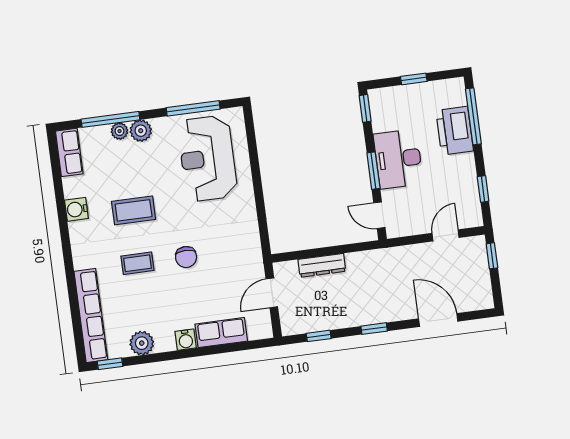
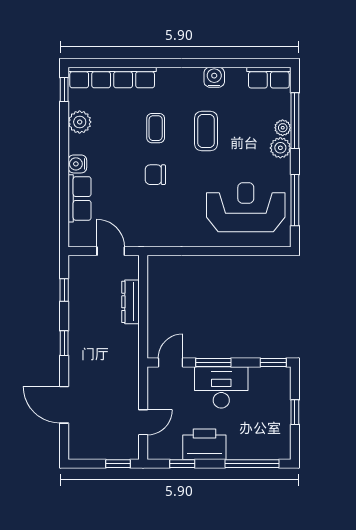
printer: (455, 131) -> (204, 444), moved
door: (445, 235) -> (143, 422), hinge flipped
door: (438, 320) -> (64, 405), swing flipped

